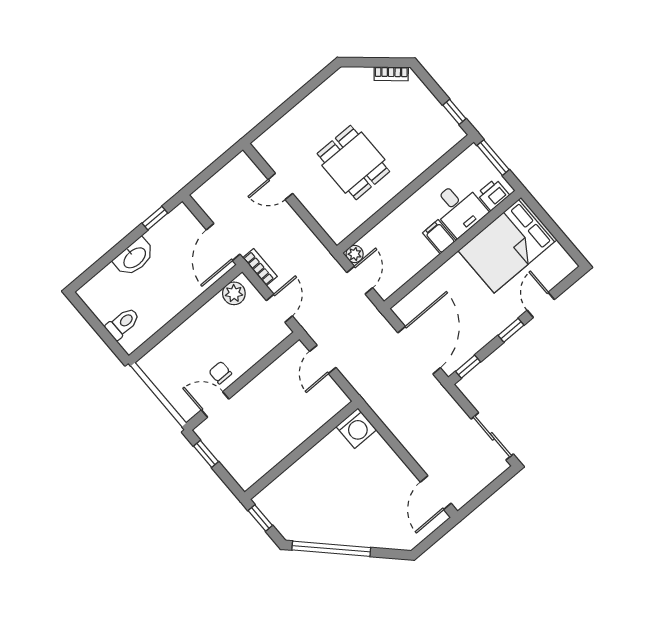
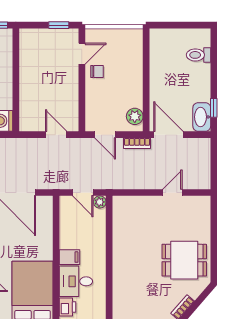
dining table: (353, 163) -> (184, 260), moved
washbasin: (134, 257) -> (202, 117), moved
toilet: (123, 323) -> (198, 55), moved, turned 90

